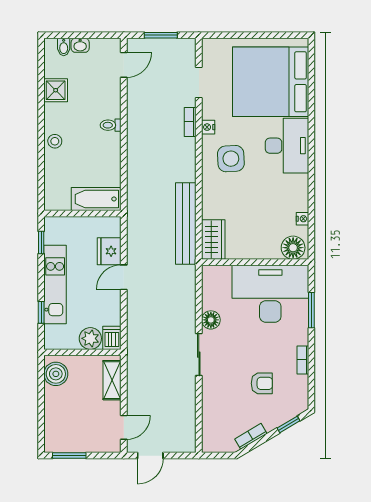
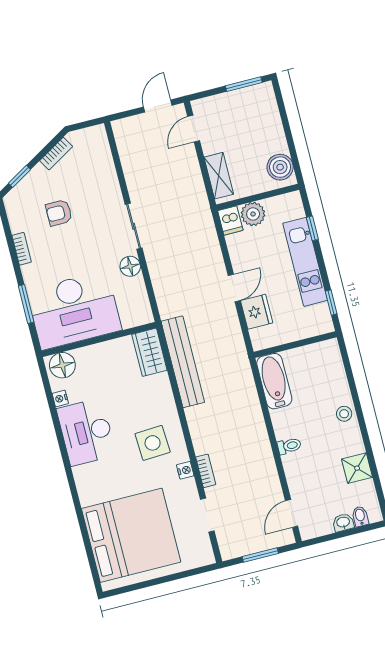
desk: (287, 146) -> (86, 432), moved
bathtub: (96, 199) -> (274, 381), moved, turned -90

